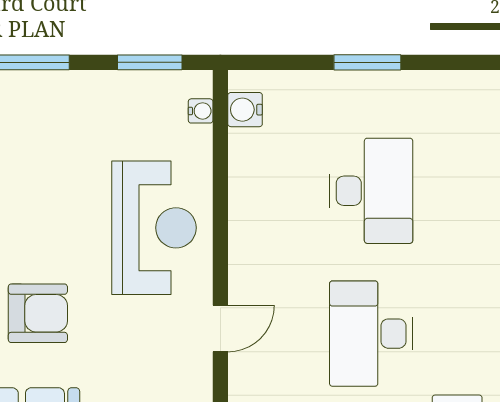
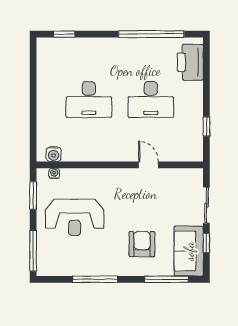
window: (367, 62) -> (33, 101), removed
desk: (371, 191) -> (89, 100), turned 180
reception desk: (154, 228) -> (75, 217), moved, turned 180

